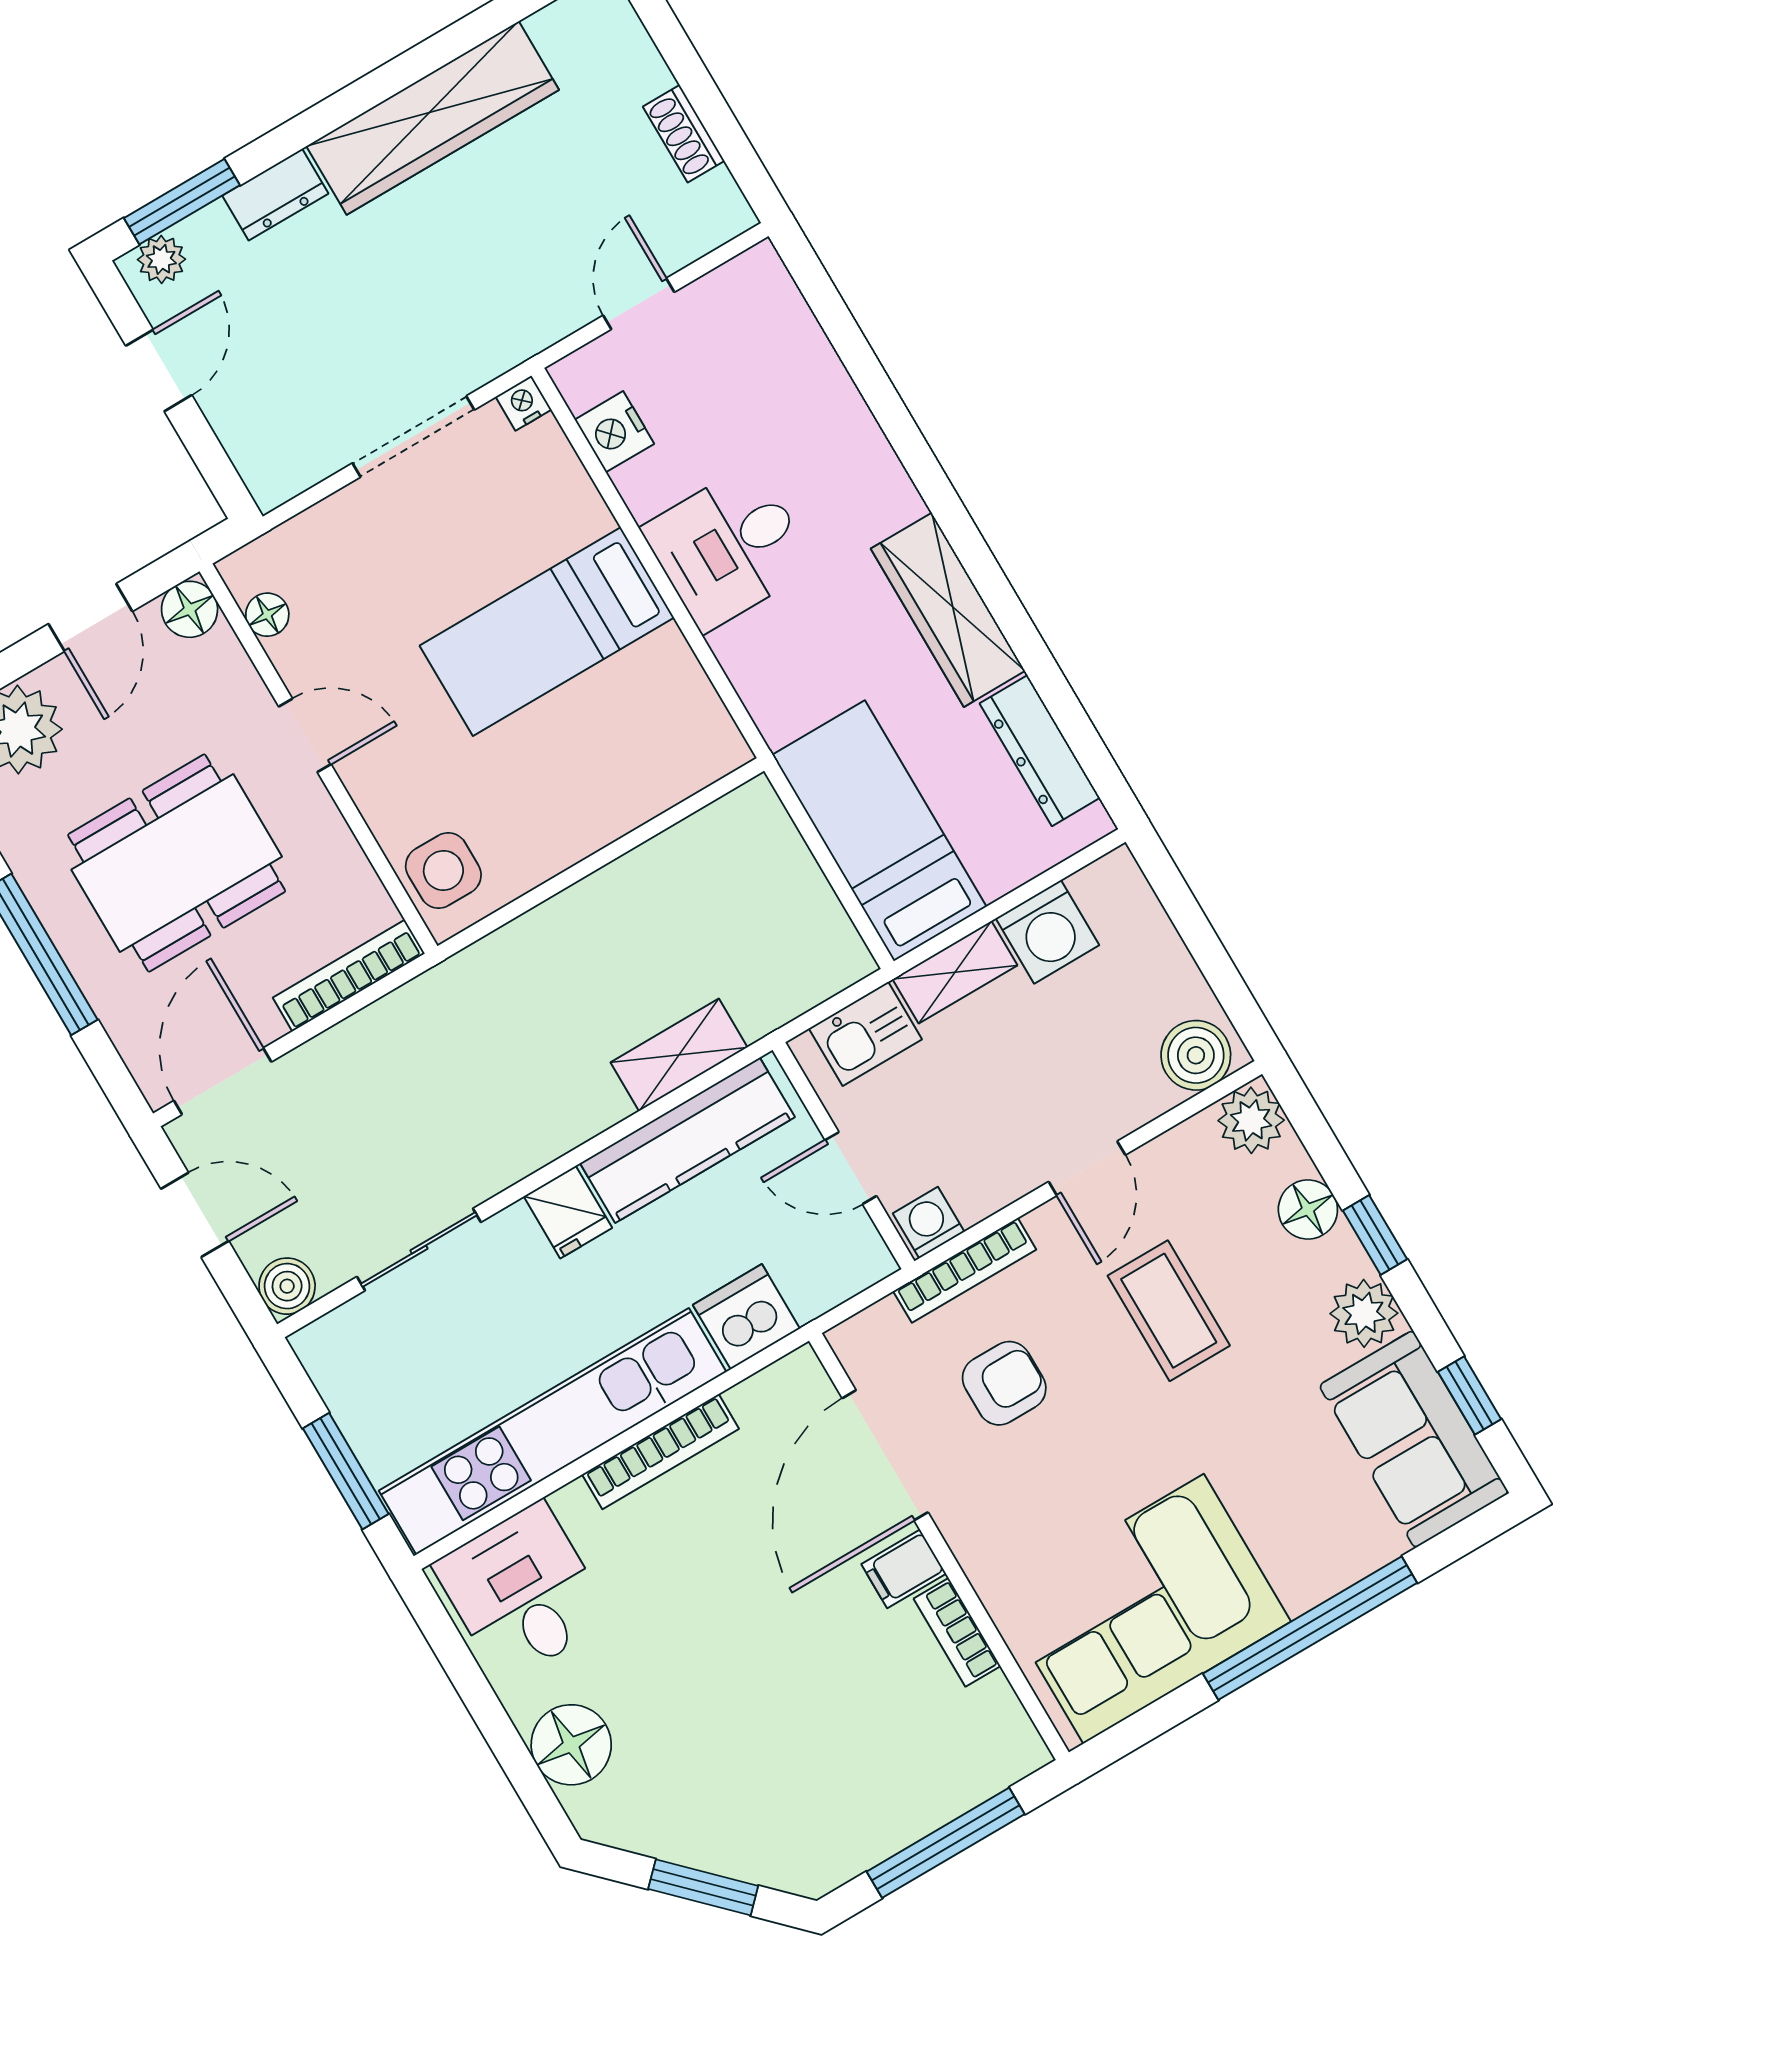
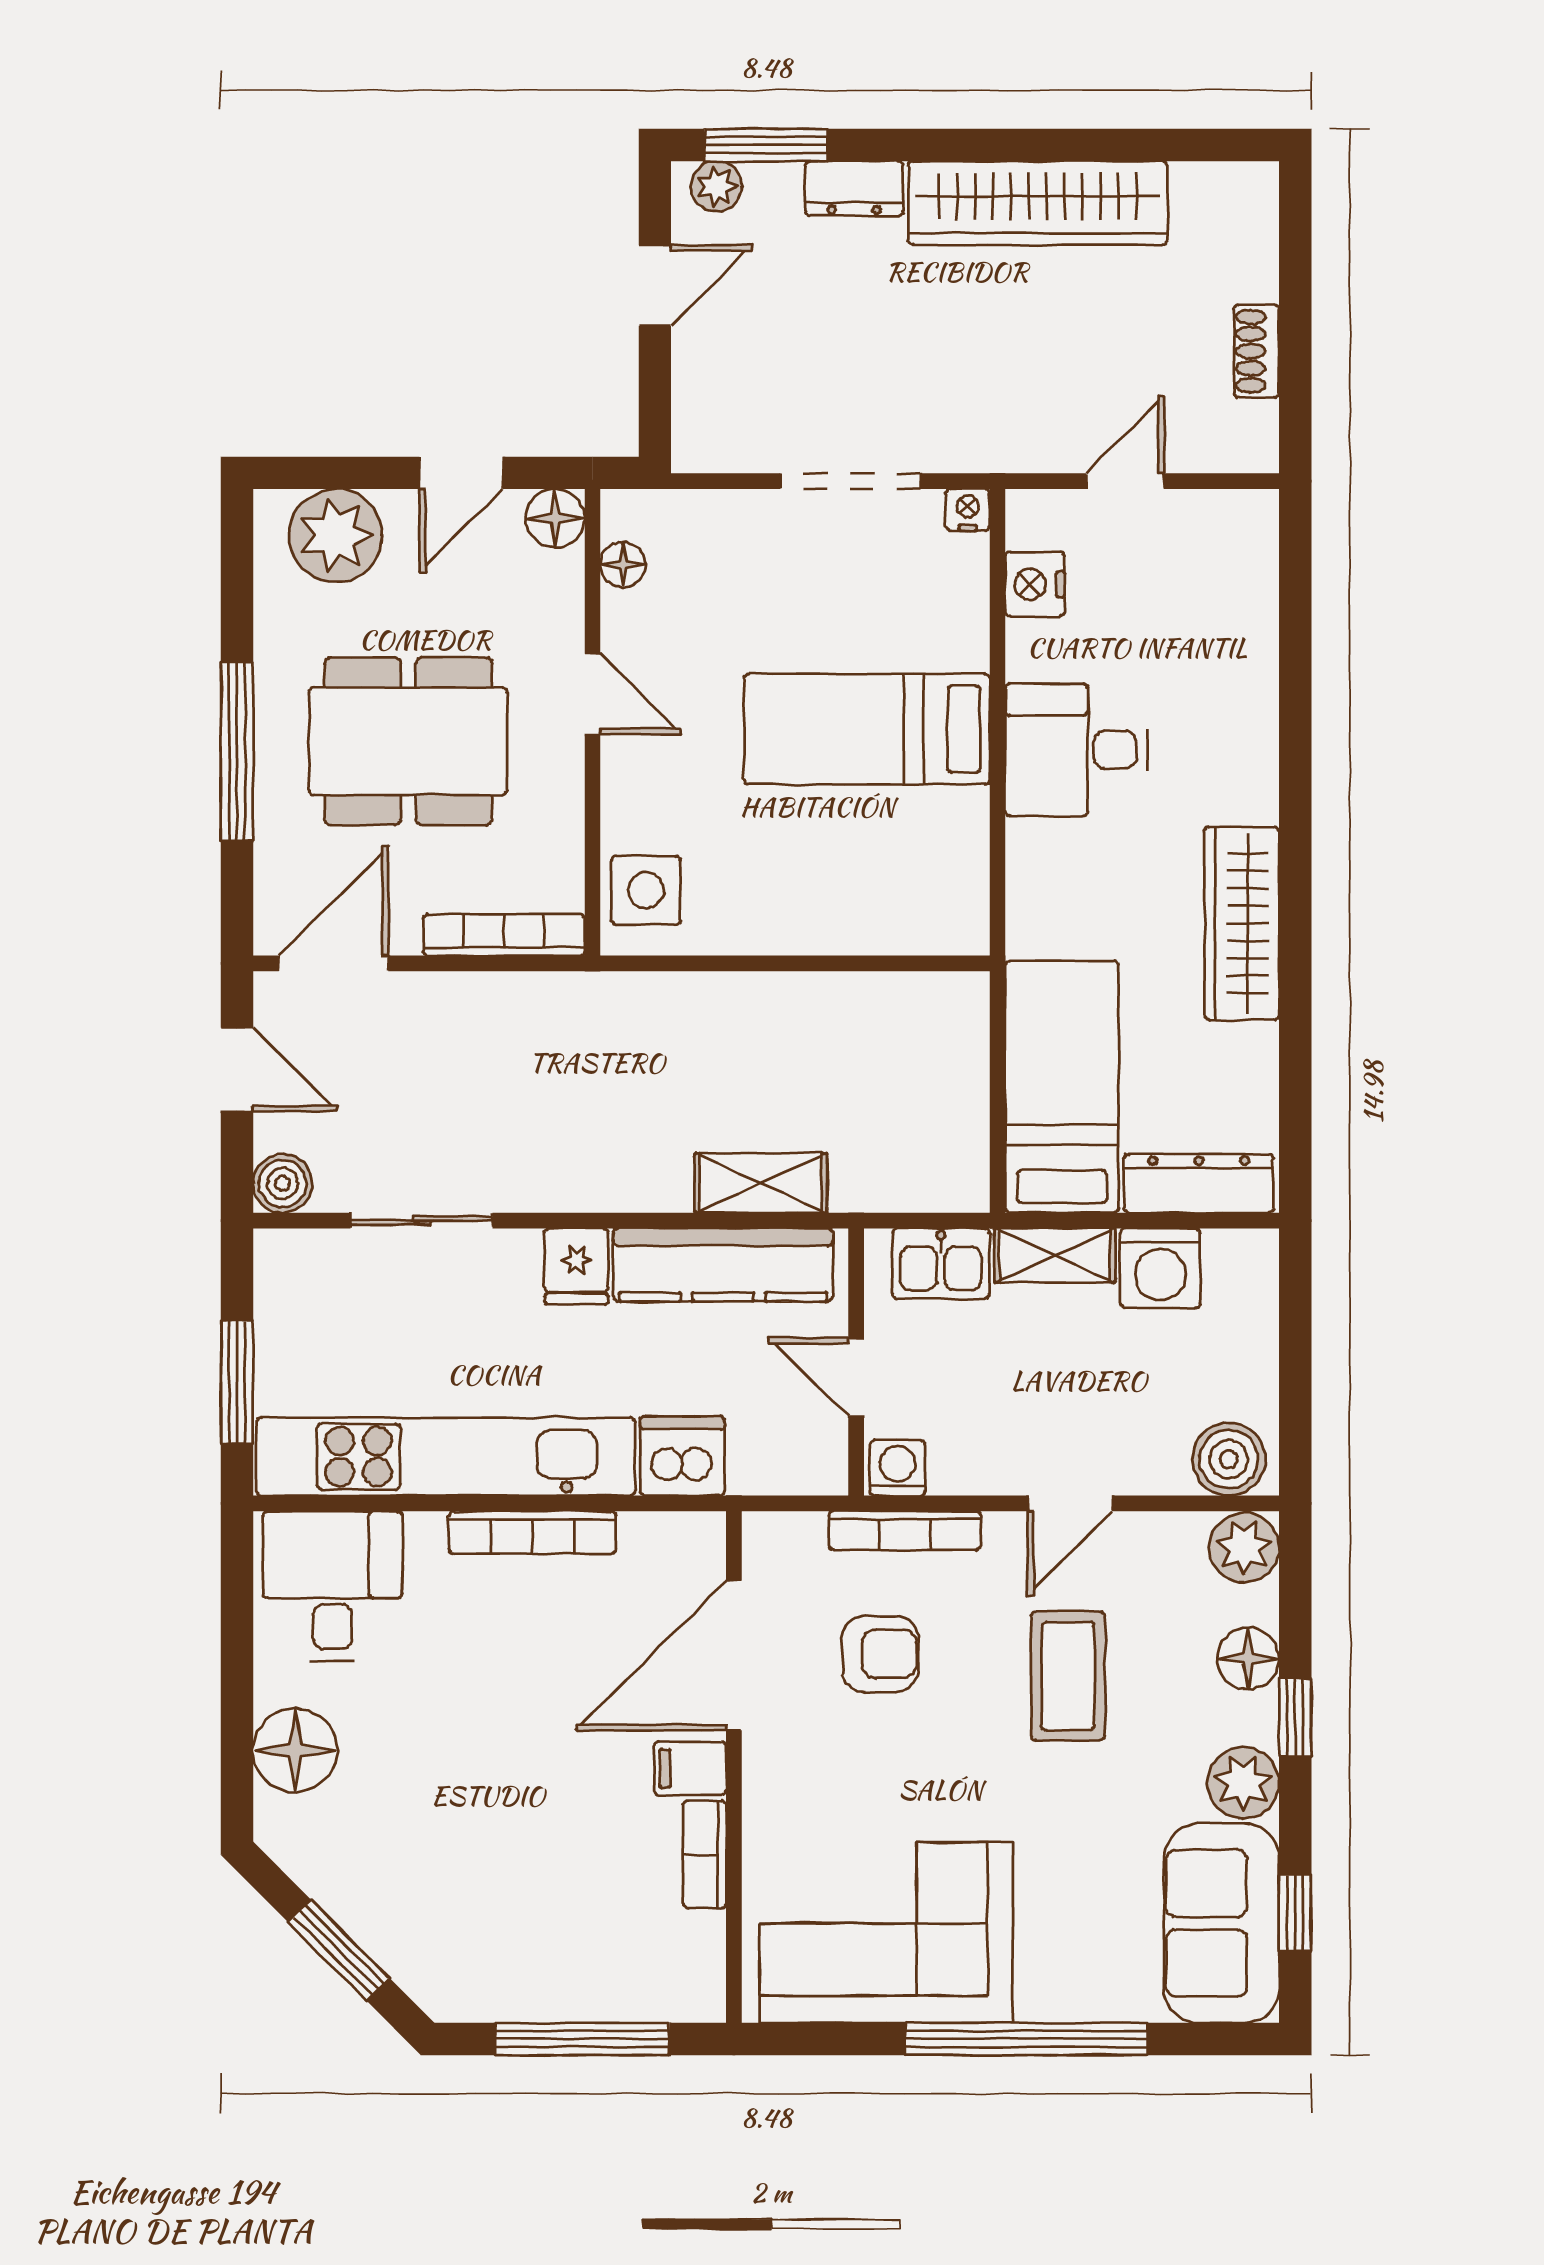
dresser: (1040, 751) -> (1199, 1184), moved, turned 90

